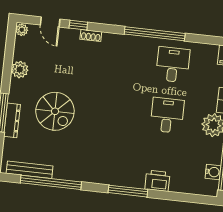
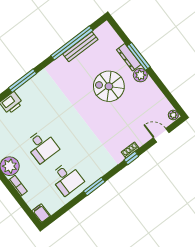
window: (78, 25) -> (131, 158), moved
window: (155, 34) -> (94, 186), width x0.47
plant: (20, 70) -> (140, 75), moved
bench: (30, 170) -> (80, 47), moved

